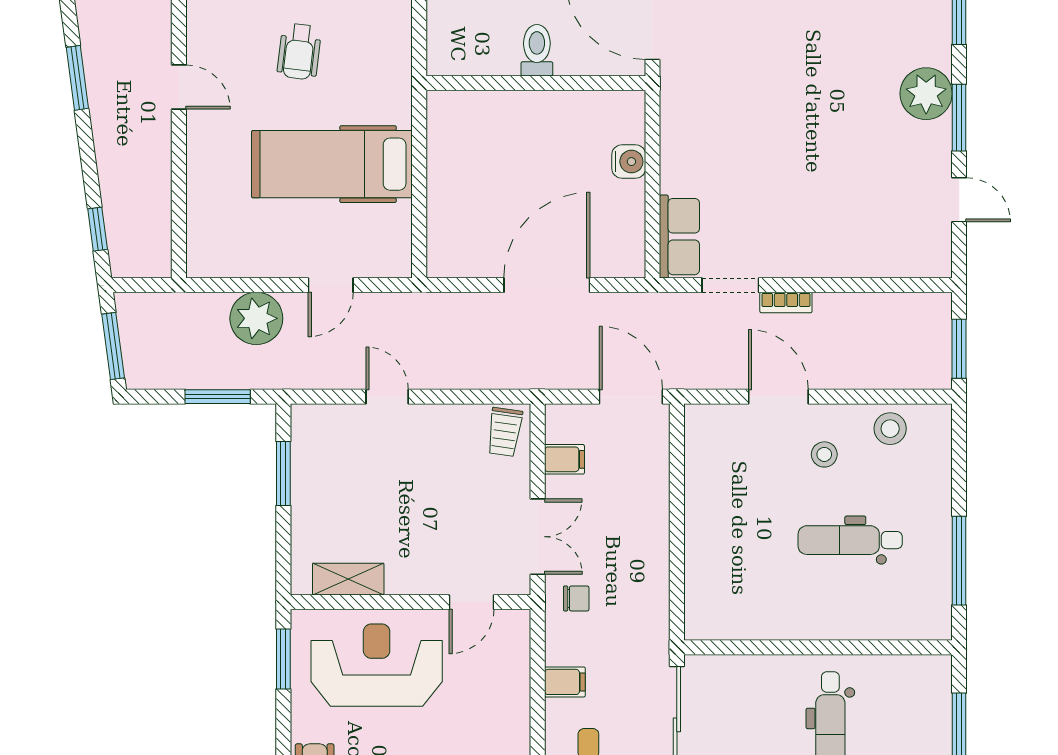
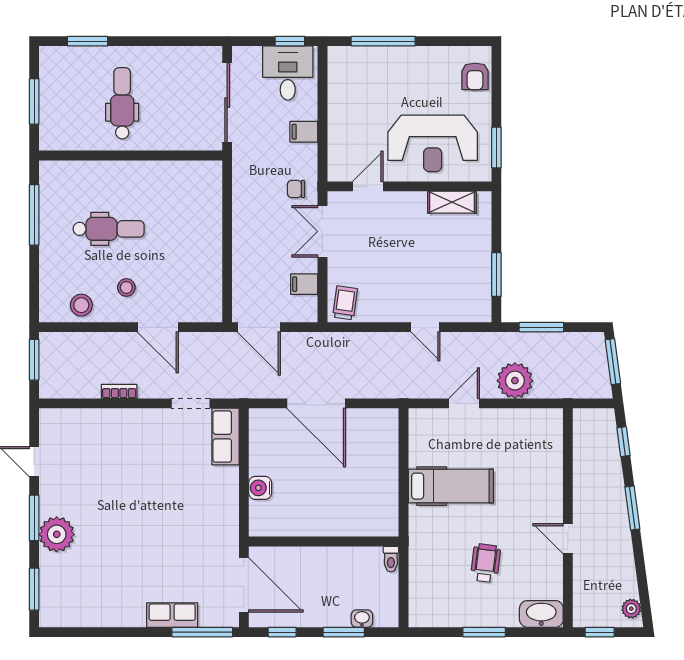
toilet: (537, 50) -> (391, 559), moved, width x0.73, depth x0.72
window: (77, 78) -> (632, 508), moved
hospital bed: (332, 164) -> (451, 486), width x0.73, depth x0.77
door: (547, 285) -> (316, 403), hinge flipped
bookcase: (786, 302) -> (119, 391), moved

